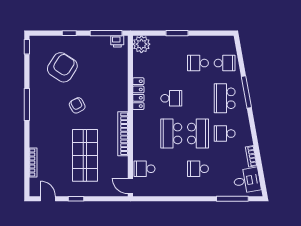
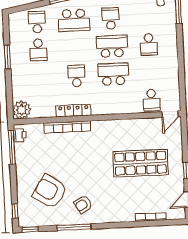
window: (69, 33) -> (15, 211), moved
window: (177, 33) -> (7, 57), moved
window: (27, 104) -> (74, 227), moved
armchair: (77, 105) -> (83, 204), moved
bookcase: (123, 134) -> (67, 127), moved
school desk: (171, 134) -> (113, 74), turned 180
school desk: (225, 134) -> (111, 18), turned 180

